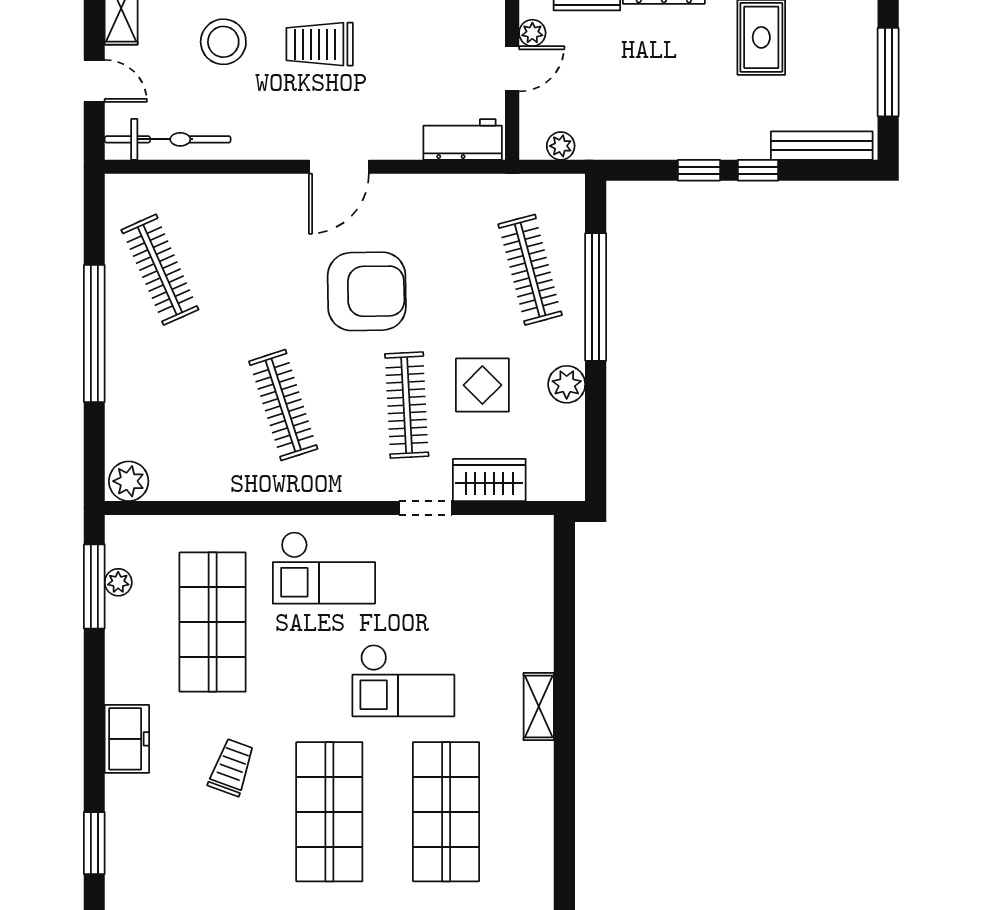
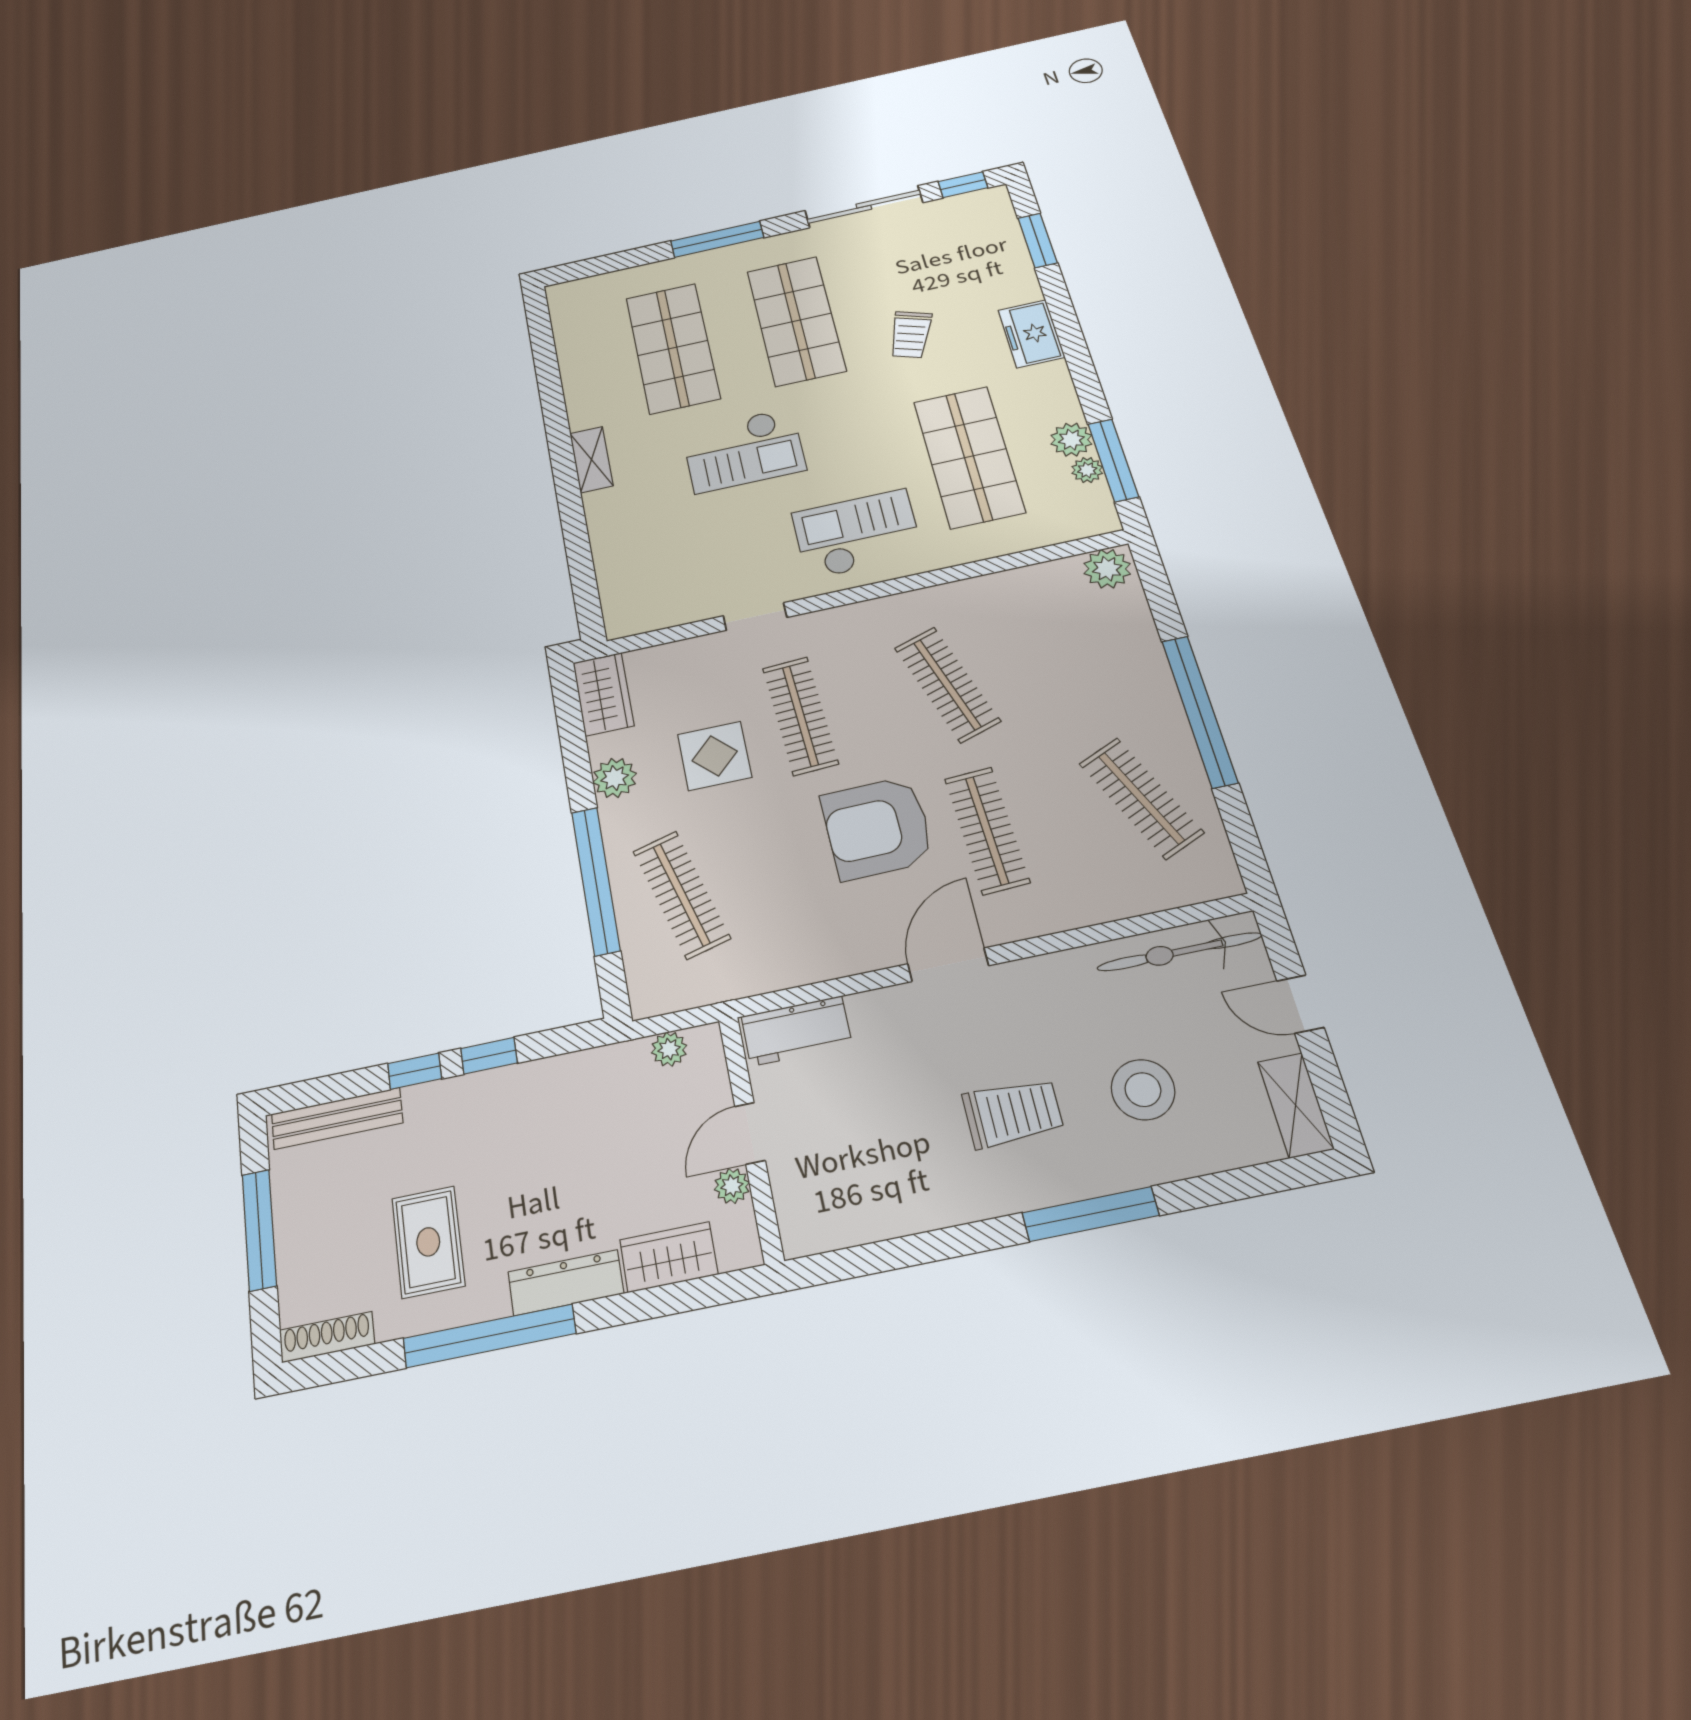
clothes rail: (283, 270) -> (987, 830), added
wardrobe: (489, 480) -> (603, 694), moved, turned -90
plant: (123, 617) -> (1071, 440), added
checkout: (403, 680) -> (744, 450), turned 180

